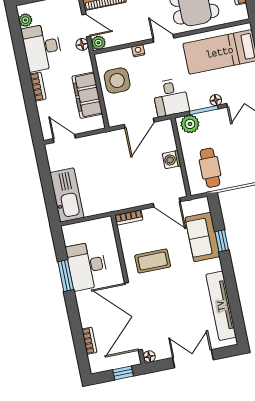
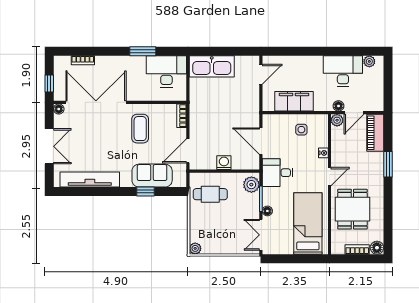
side table: (117, 80) -> (301, 130), width x0.54, depth x0.54
bookcase: (38, 87) -> (310, 61), removed
desk: (87, 266) -> (166, 71), moved

